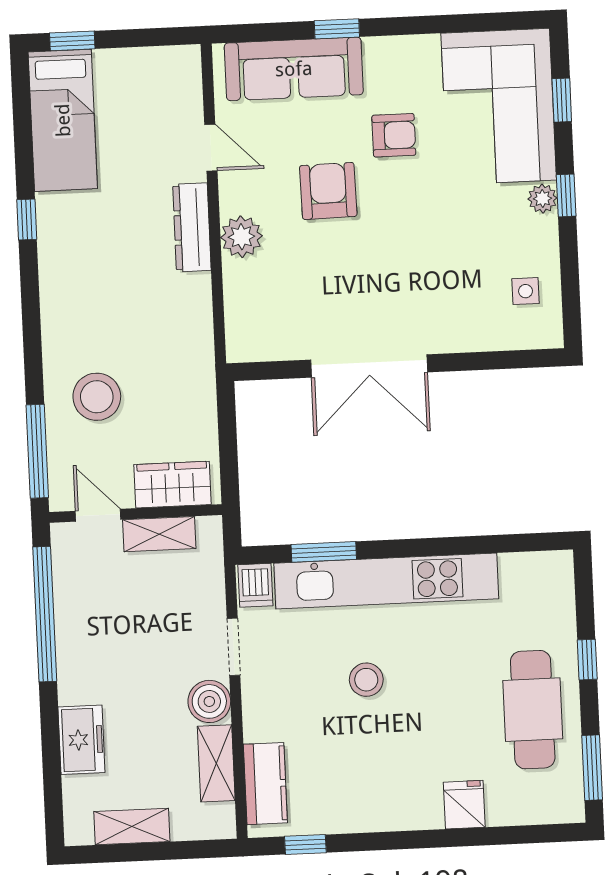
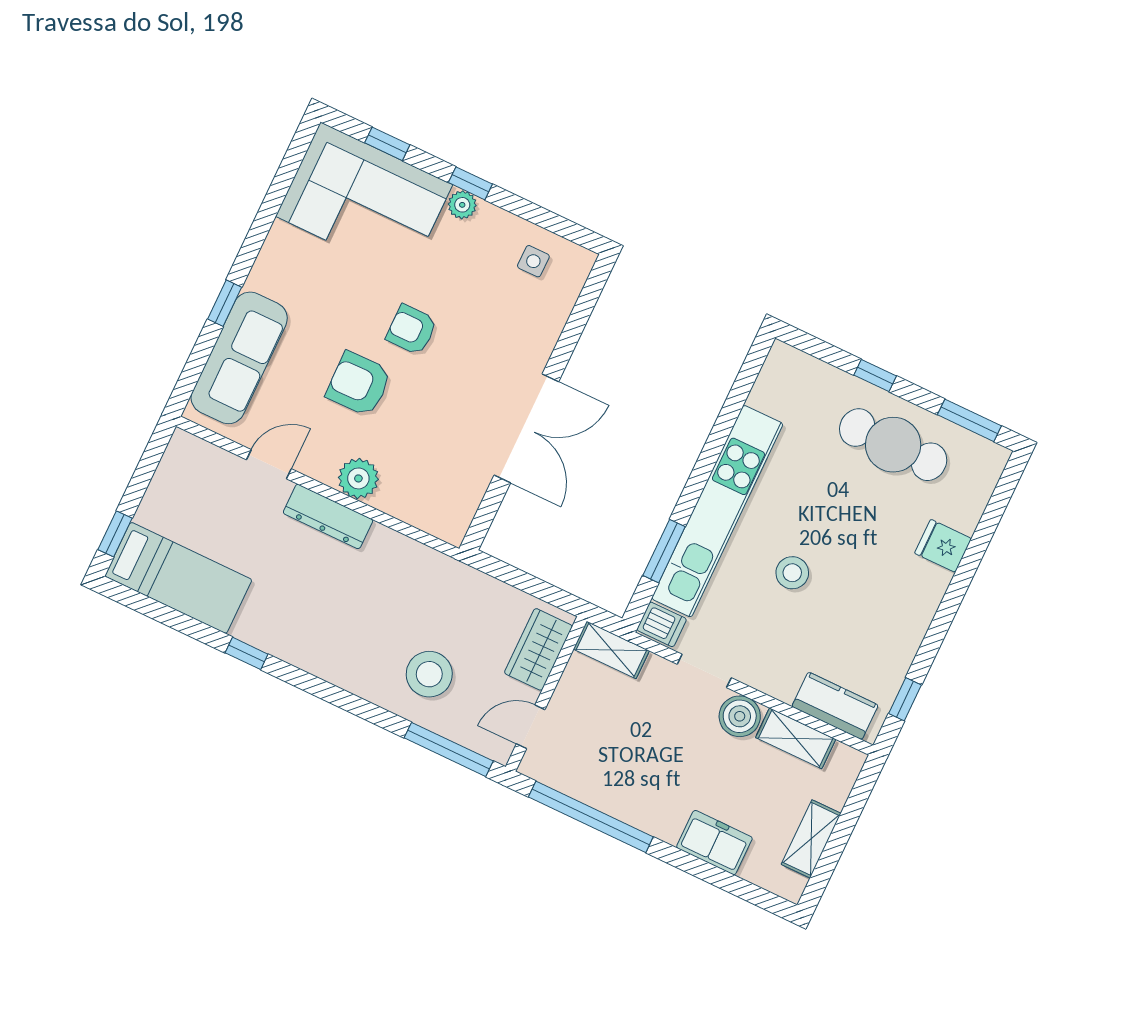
armchair: (394, 135) -> (412, 330), moved, turned -90
shelving: (159, 534) -> (611, 650), moved, turned 90

